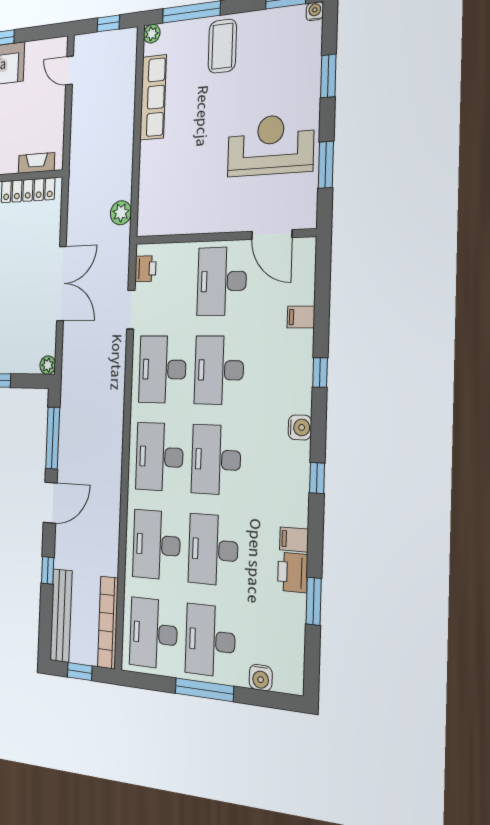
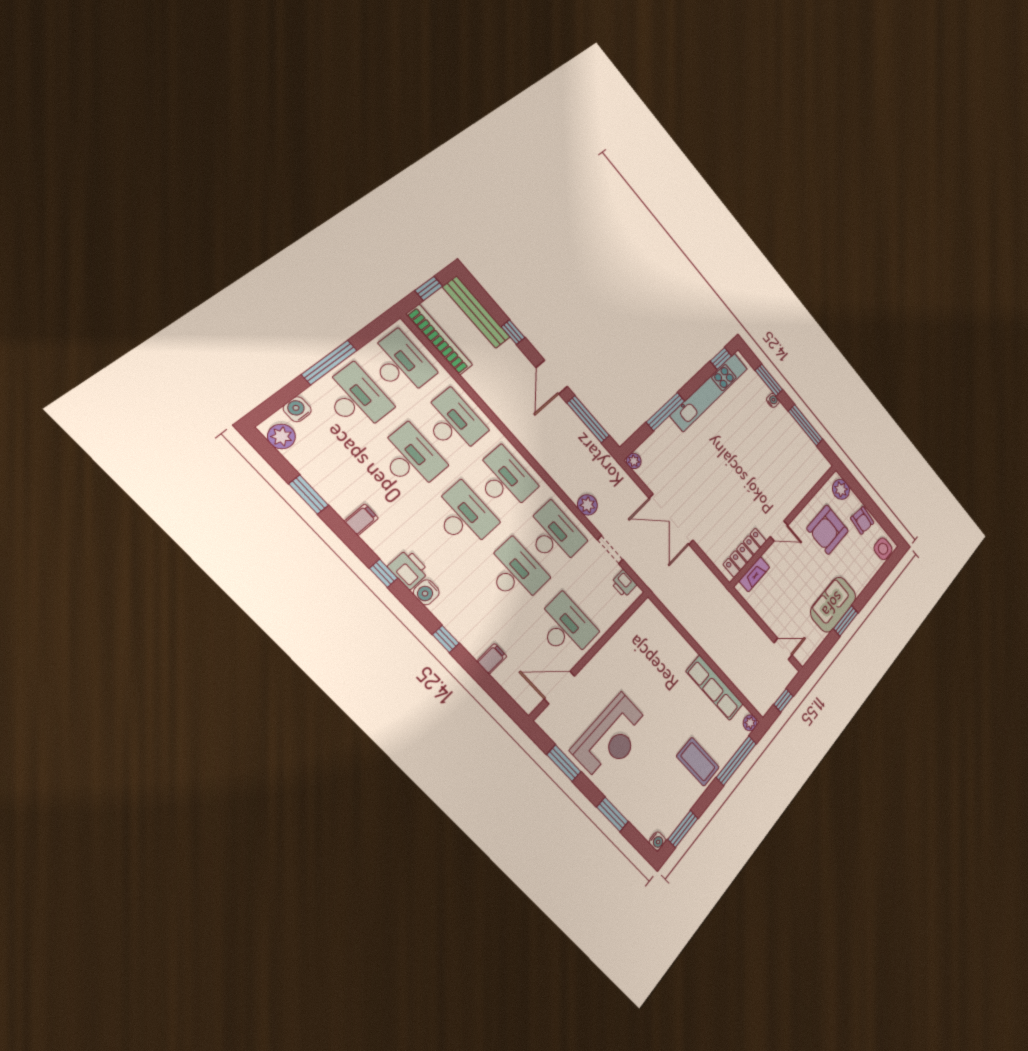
plant: (121, 213) -> (587, 505), moved
printer: (293, 572) -> (409, 569), moved
plant: (291, 668) -> (281, 436), added

